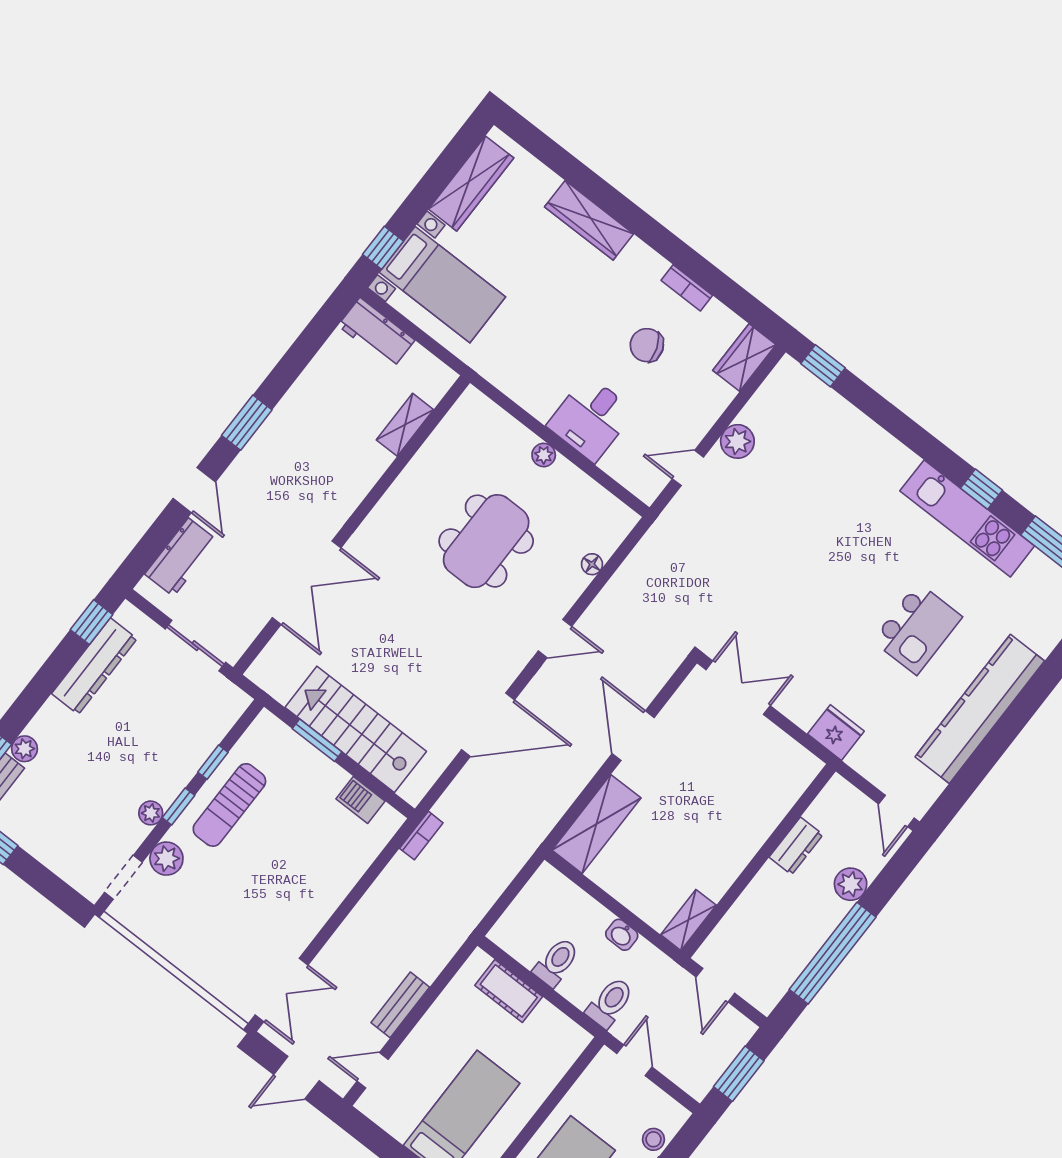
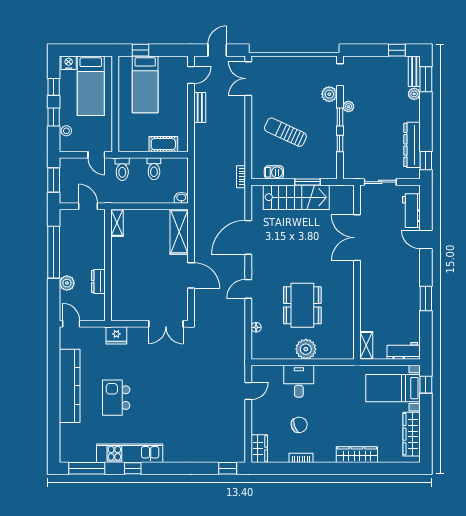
window: (247, 423) -> (426, 298), moved
shelving: (405, 425) -> (366, 345), moved
plant: (737, 441) -> (238, 415), removed
plant: (544, 455) -> (306, 349), width x1.88, depth x1.88
sun lounger: (229, 805) -> (285, 132), moved, turned -65
washbasin: (622, 935) -> (181, 198), moved

